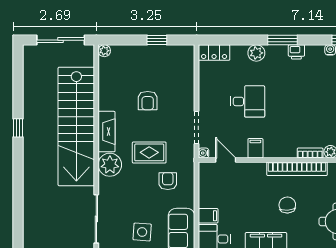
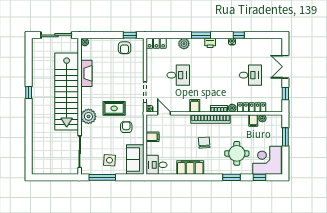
window: (157, 40) -> (130, 35), moved
armchair: (148, 101) -> (125, 48), moved
fireplace: (107, 132) -> (86, 73), moved
filing cabinet: (255, 148) -> (195, 106), moved
filing cabinet: (208, 216) -> (153, 137), moved

